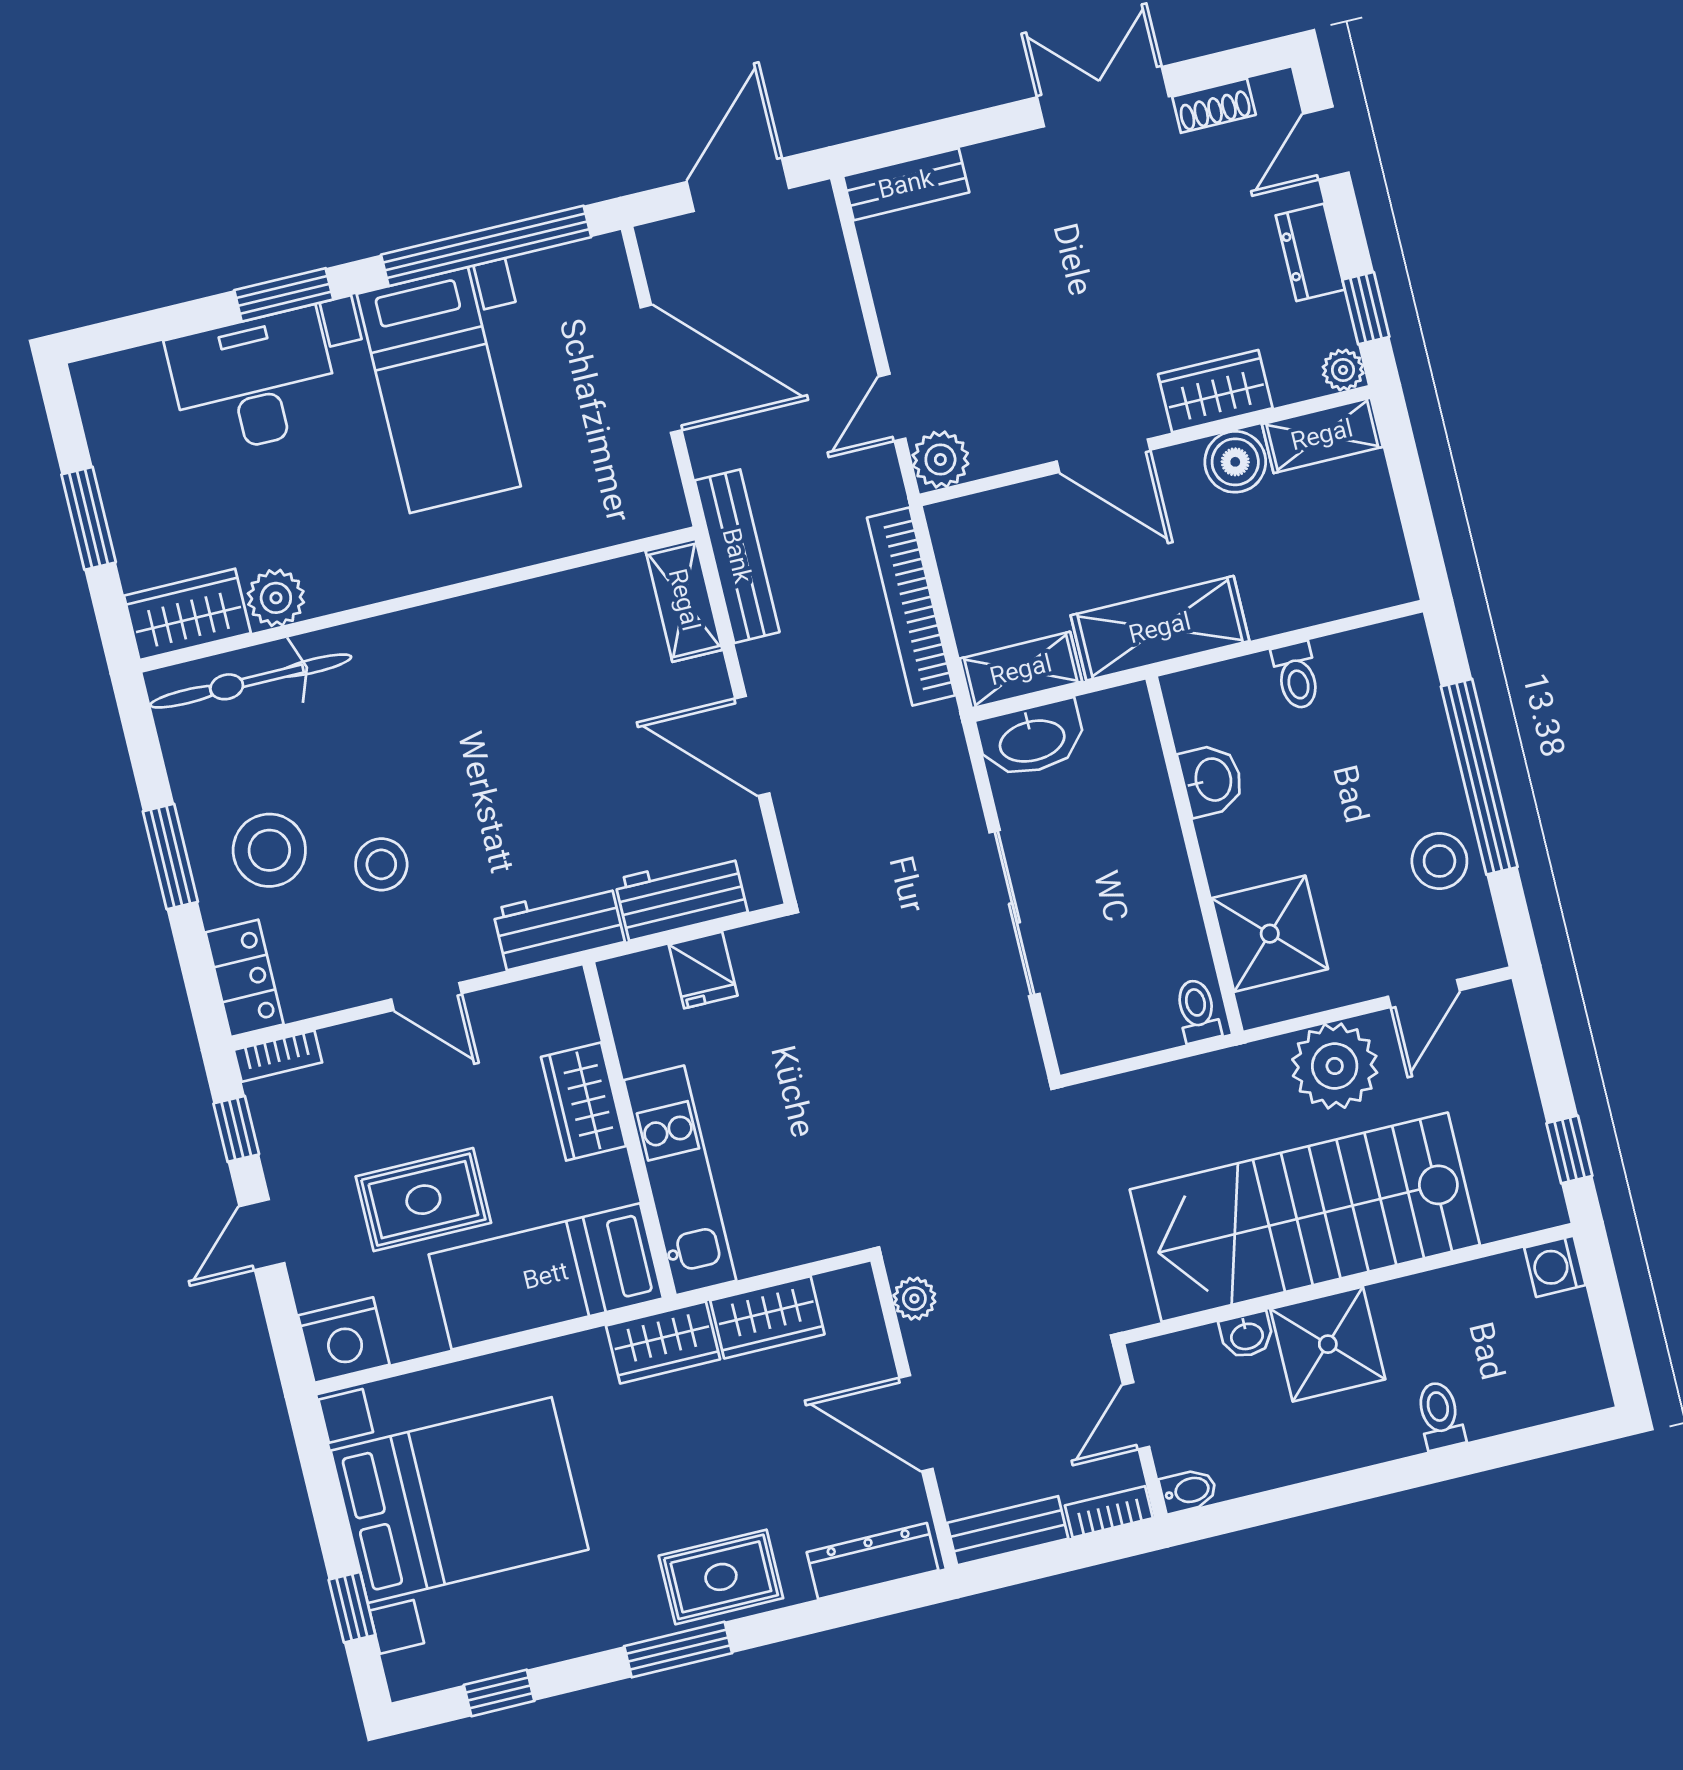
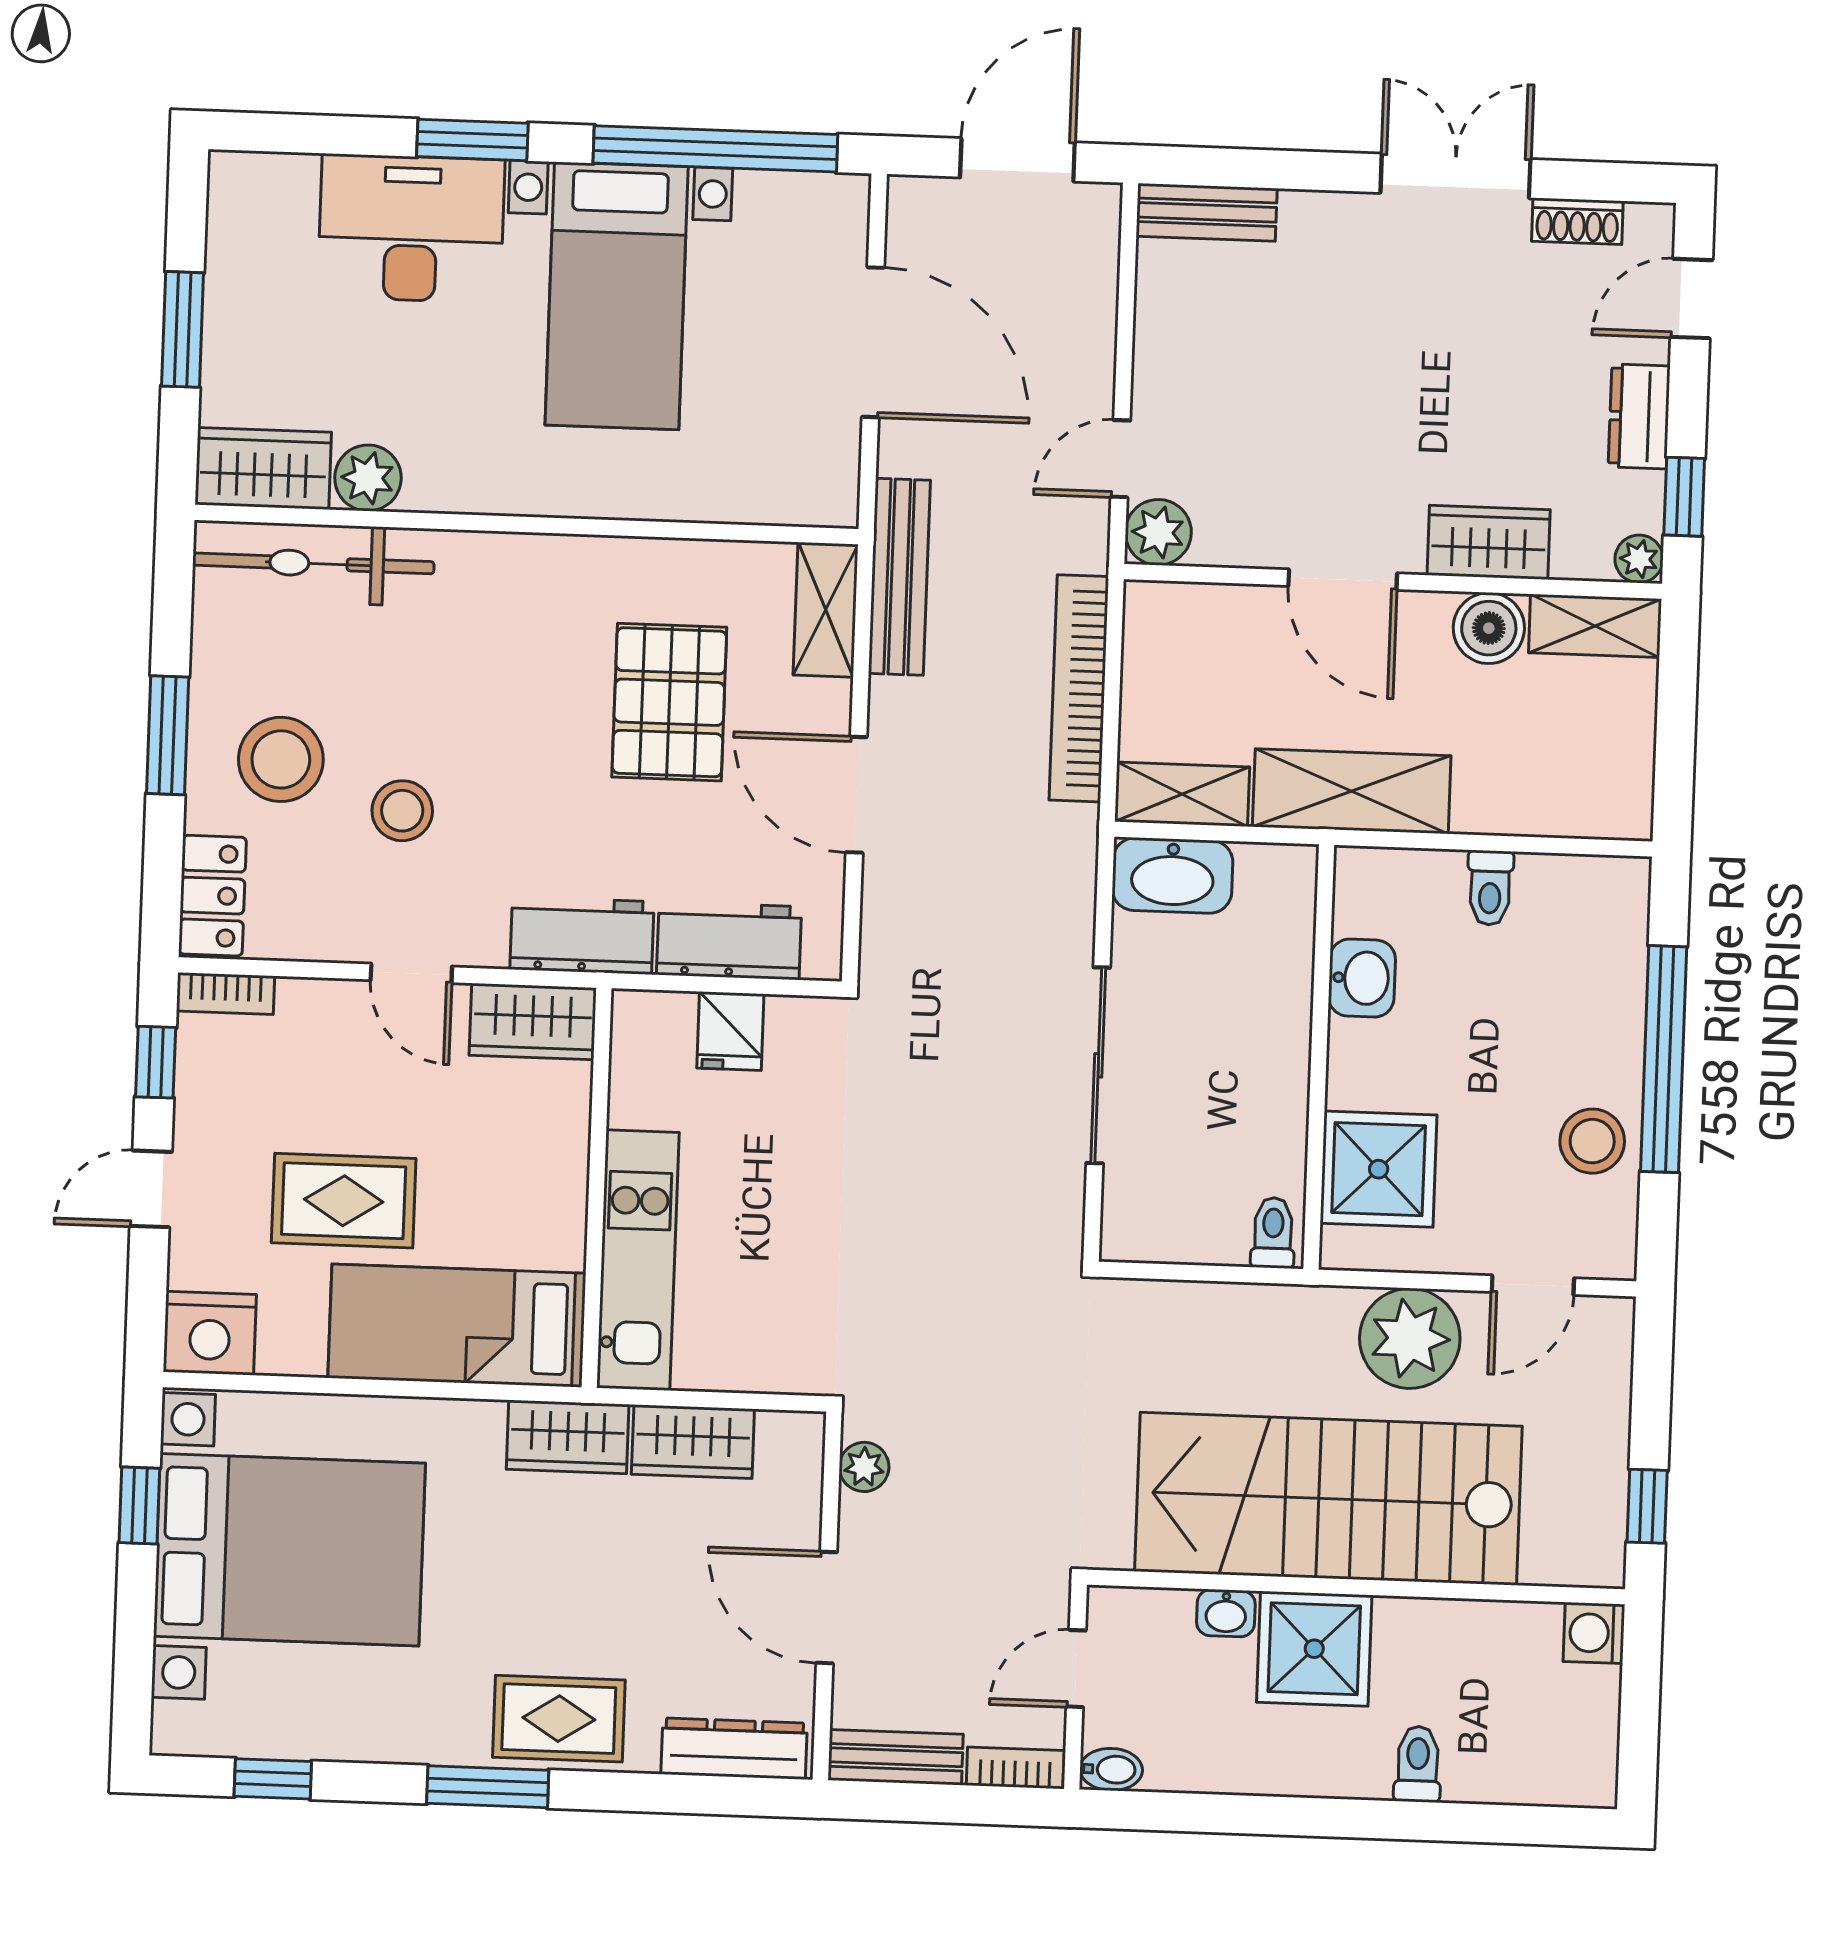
pallet: (576, 713) -> (669, 702), added
wardrobe: (584, 1101) -> (533, 1022), moved, turned -90
window: (352, 1607) -> (139, 1506), moved

